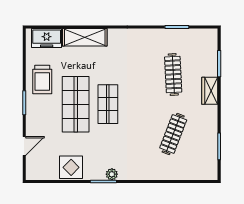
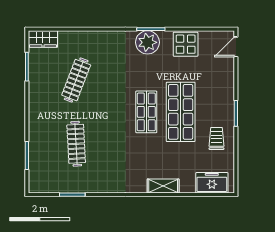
shelving: (85, 37) -> (163, 186), width x0.67, depth x0.75
trolley: (42, 79) -> (217, 138), width x0.73, depth x0.72
wardrobe: (210, 91) -> (43, 39), moved, turned 90
door: (24, 146) -> (236, 47), moved
plant: (112, 174) -> (147, 42), width x1.88, depth x1.88

